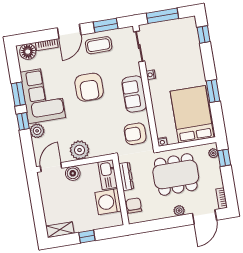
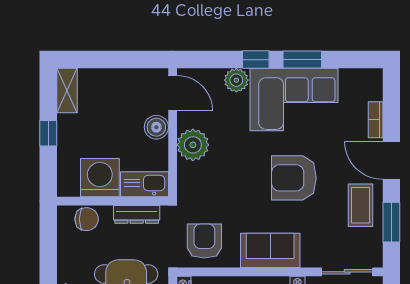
floor lamp: (28, 52) -> (369, 87), removed

